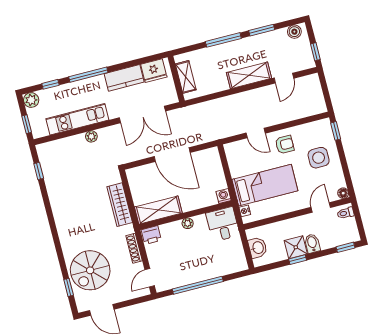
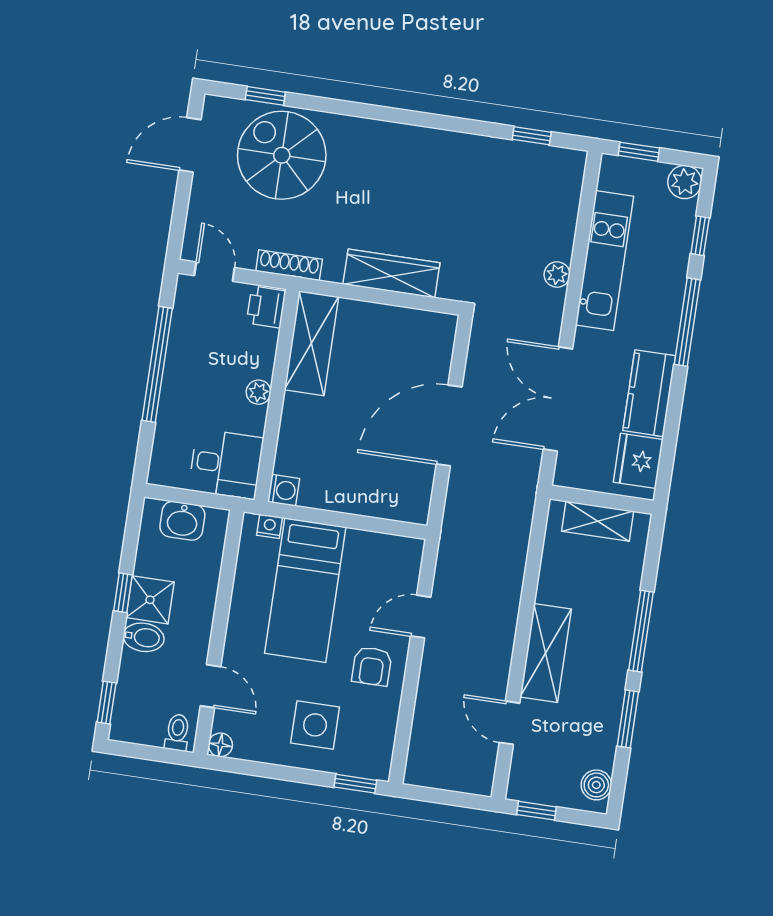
washing machine: (224, 196) -> (284, 490), moved
shelving: (158, 210) -> (311, 343), moved
wall: (186, 215) -> (277, 395), moved
plant: (188, 223) -> (259, 392), moved
desk: (223, 224) -> (226, 464), moved
printer: (151, 235) -> (266, 307), moved

